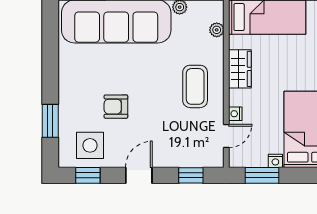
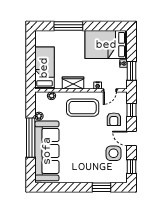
coffee table: (195, 86) -> (83, 108), width x1.36, depth x1.32
armchair: (116, 107) -> (114, 119), moved
door: (226, 136) -> (110, 90), swing flipped
side table: (90, 145) -> (114, 153), moved

